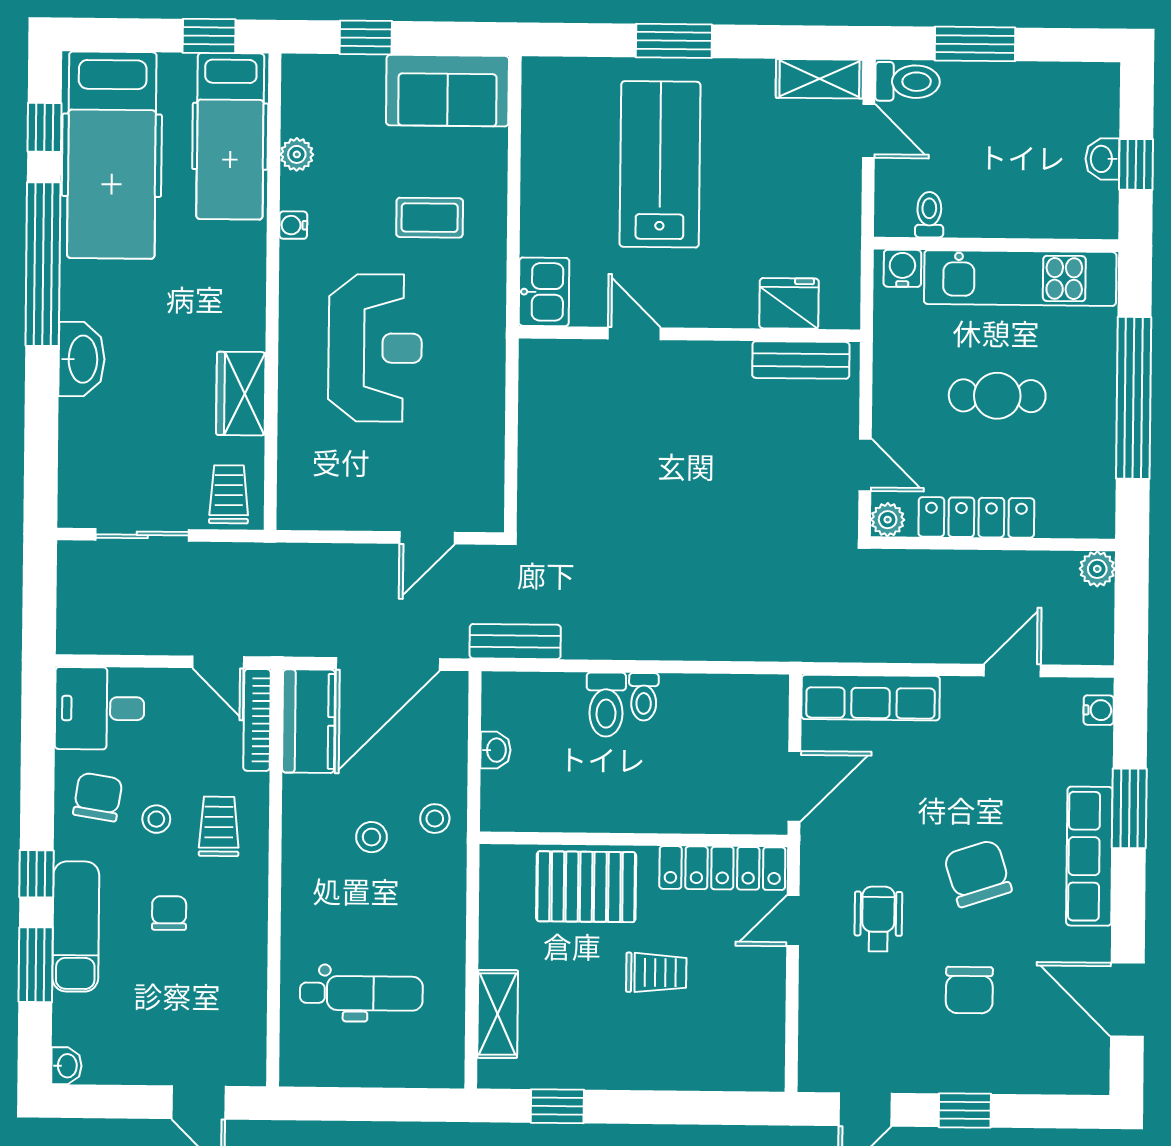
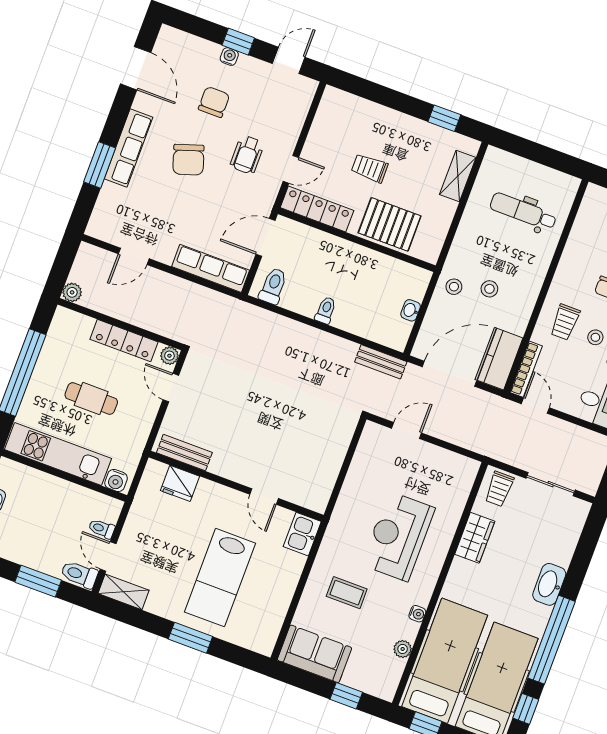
hospital bed: (230, 136) -> (445, 661), width x1.37, depth x1.29
toilet: (929, 215) -> (102, 529), moved, turned 90
toilet: (606, 705) -> (273, 286), moved
water cooler: (1099, 710) -> (229, 57), moved, turned 90

